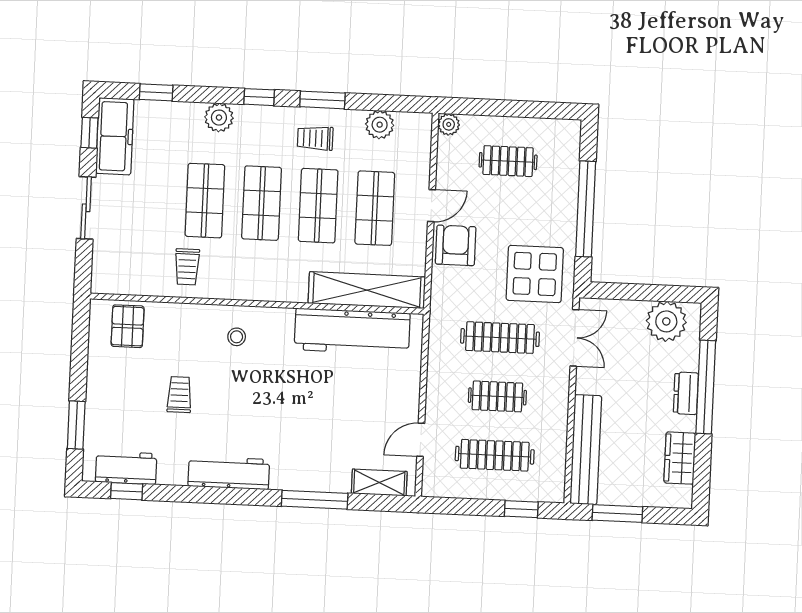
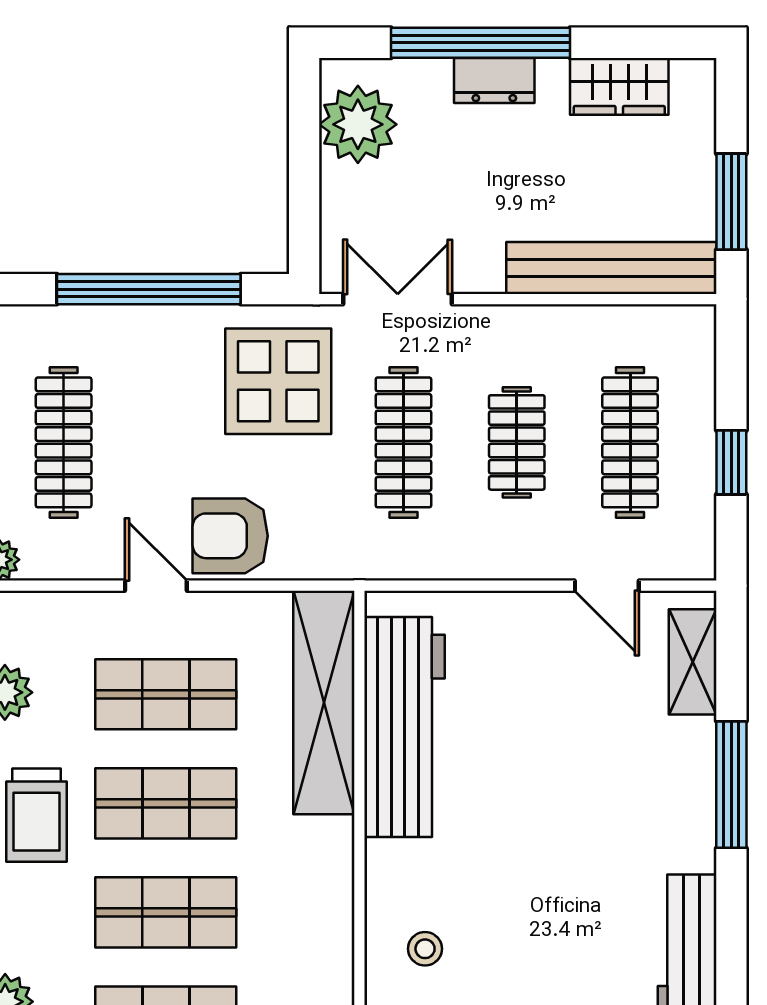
trolley: (315, 138) -> (37, 815), width x1.36, depth x1.39
clothes rail: (508, 161) -> (64, 442), width x1.36
window: (521, 509) -> (731, 462), moved

